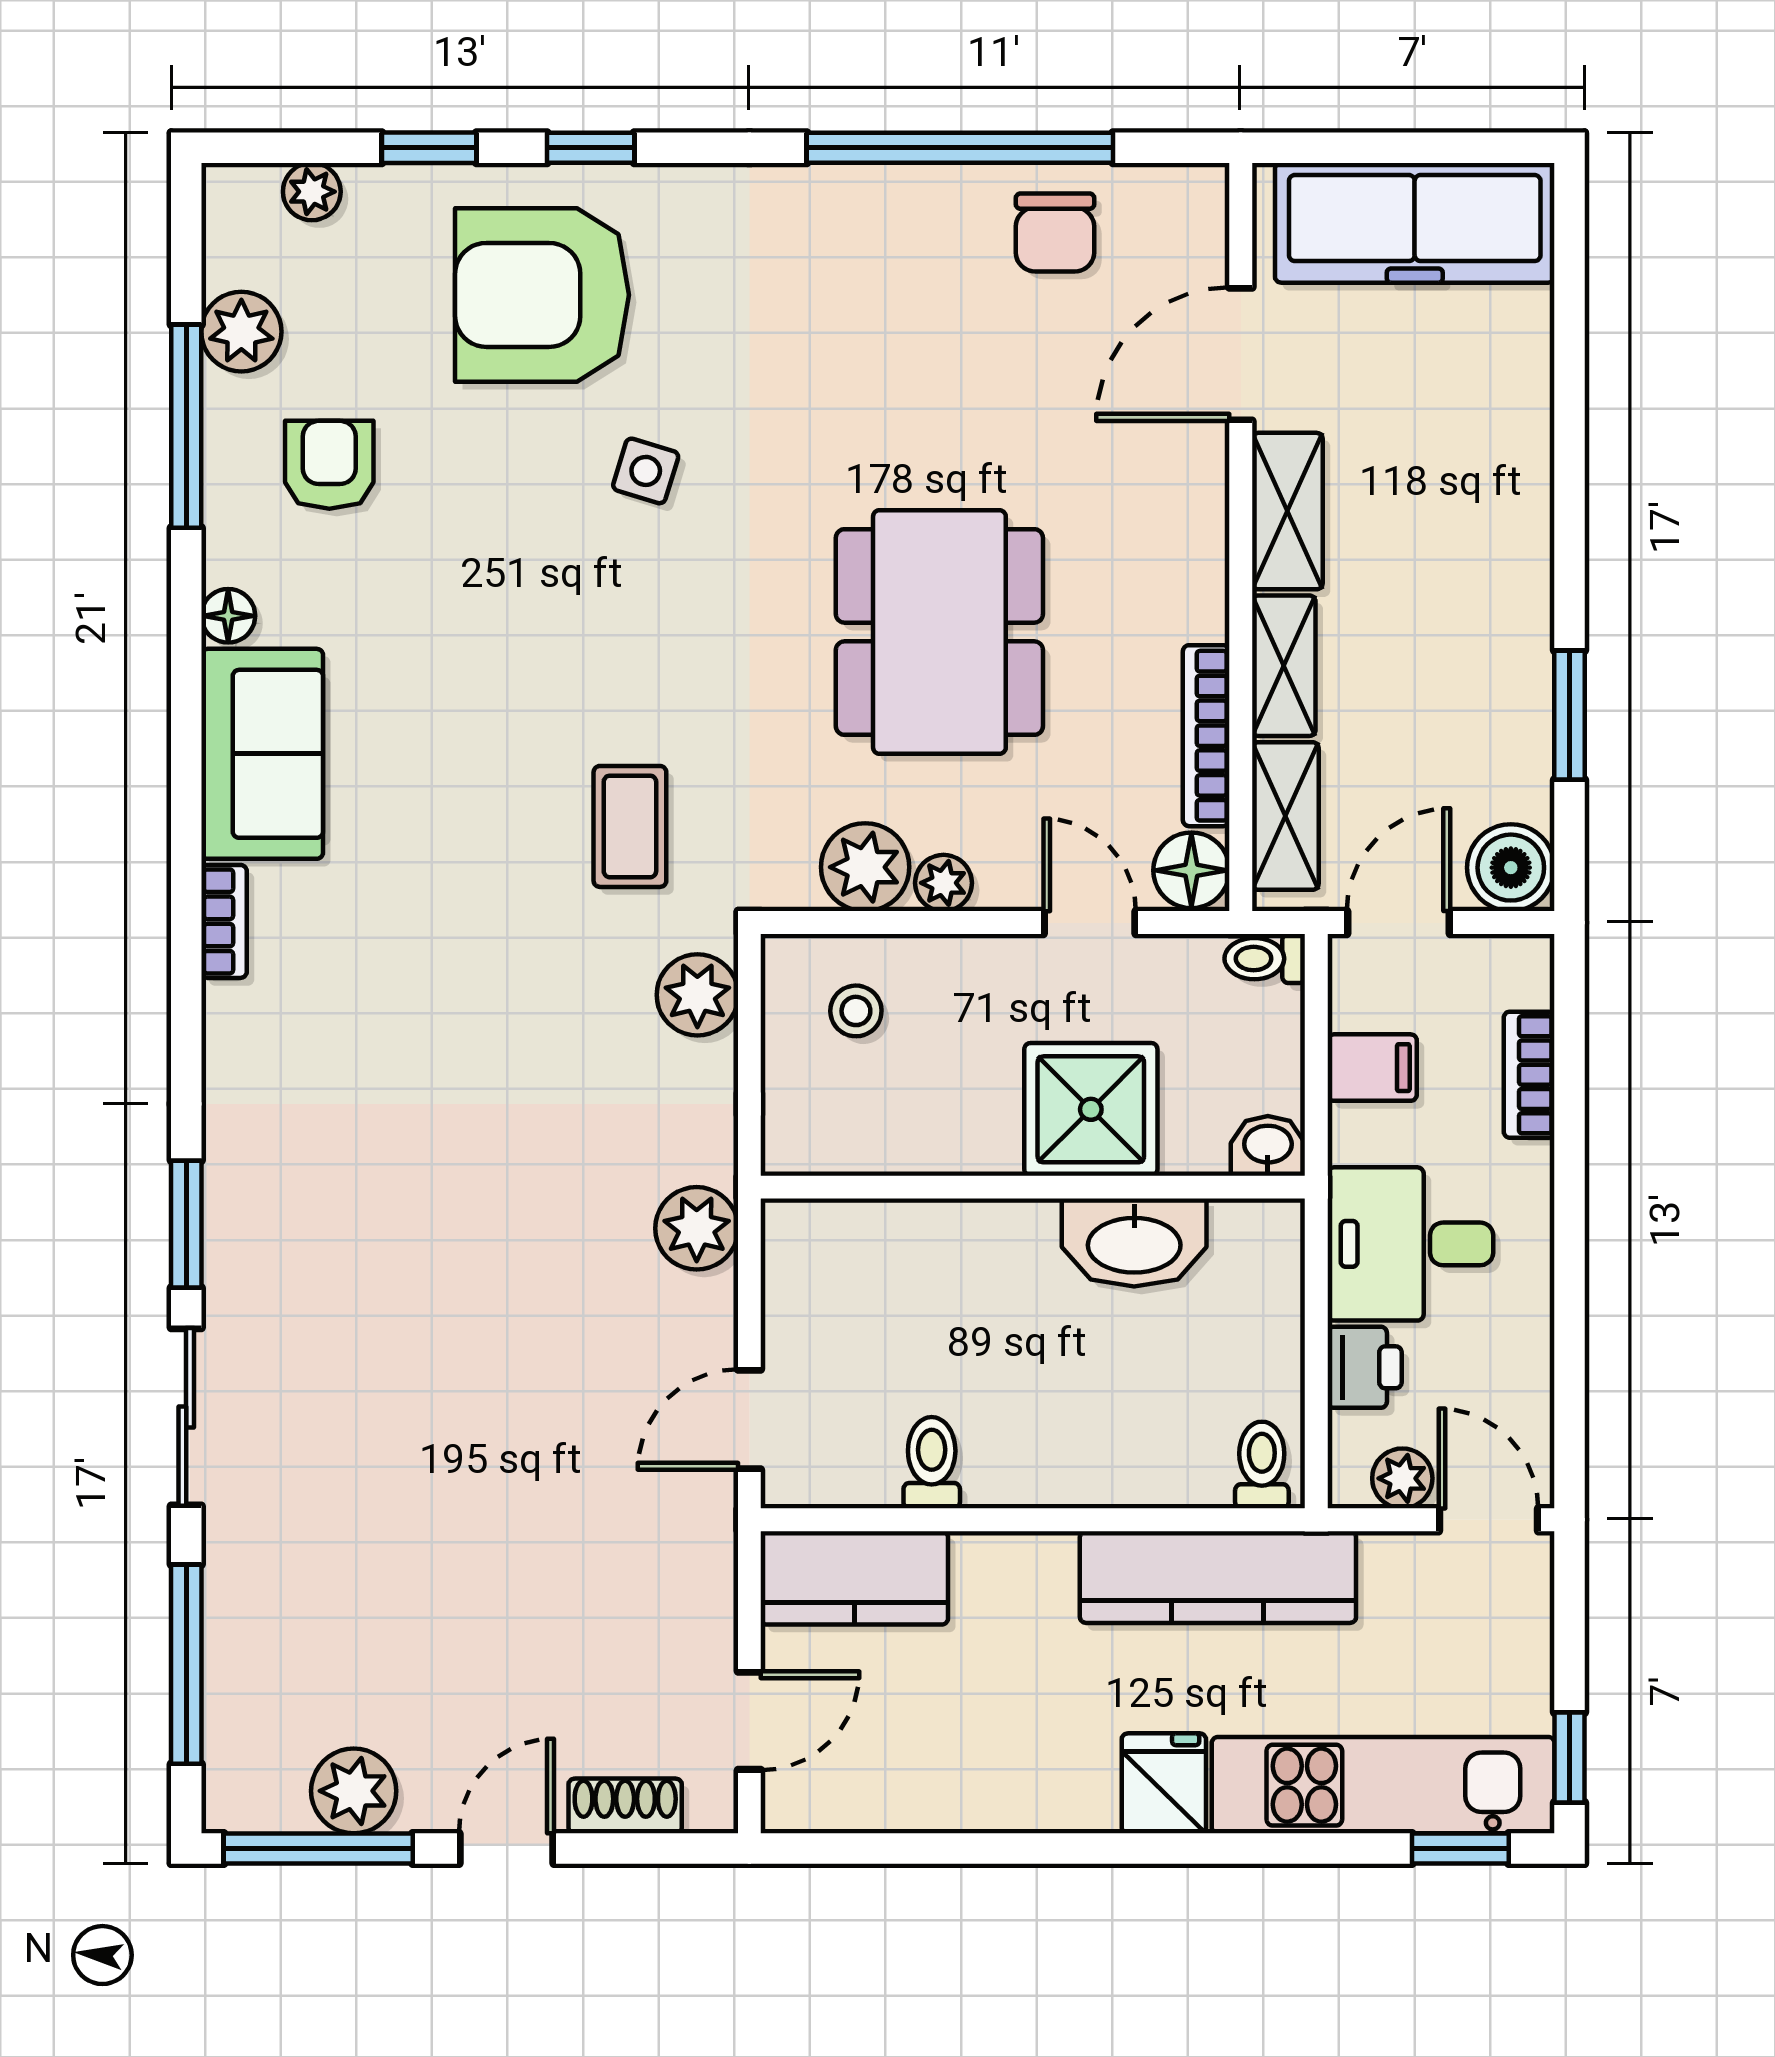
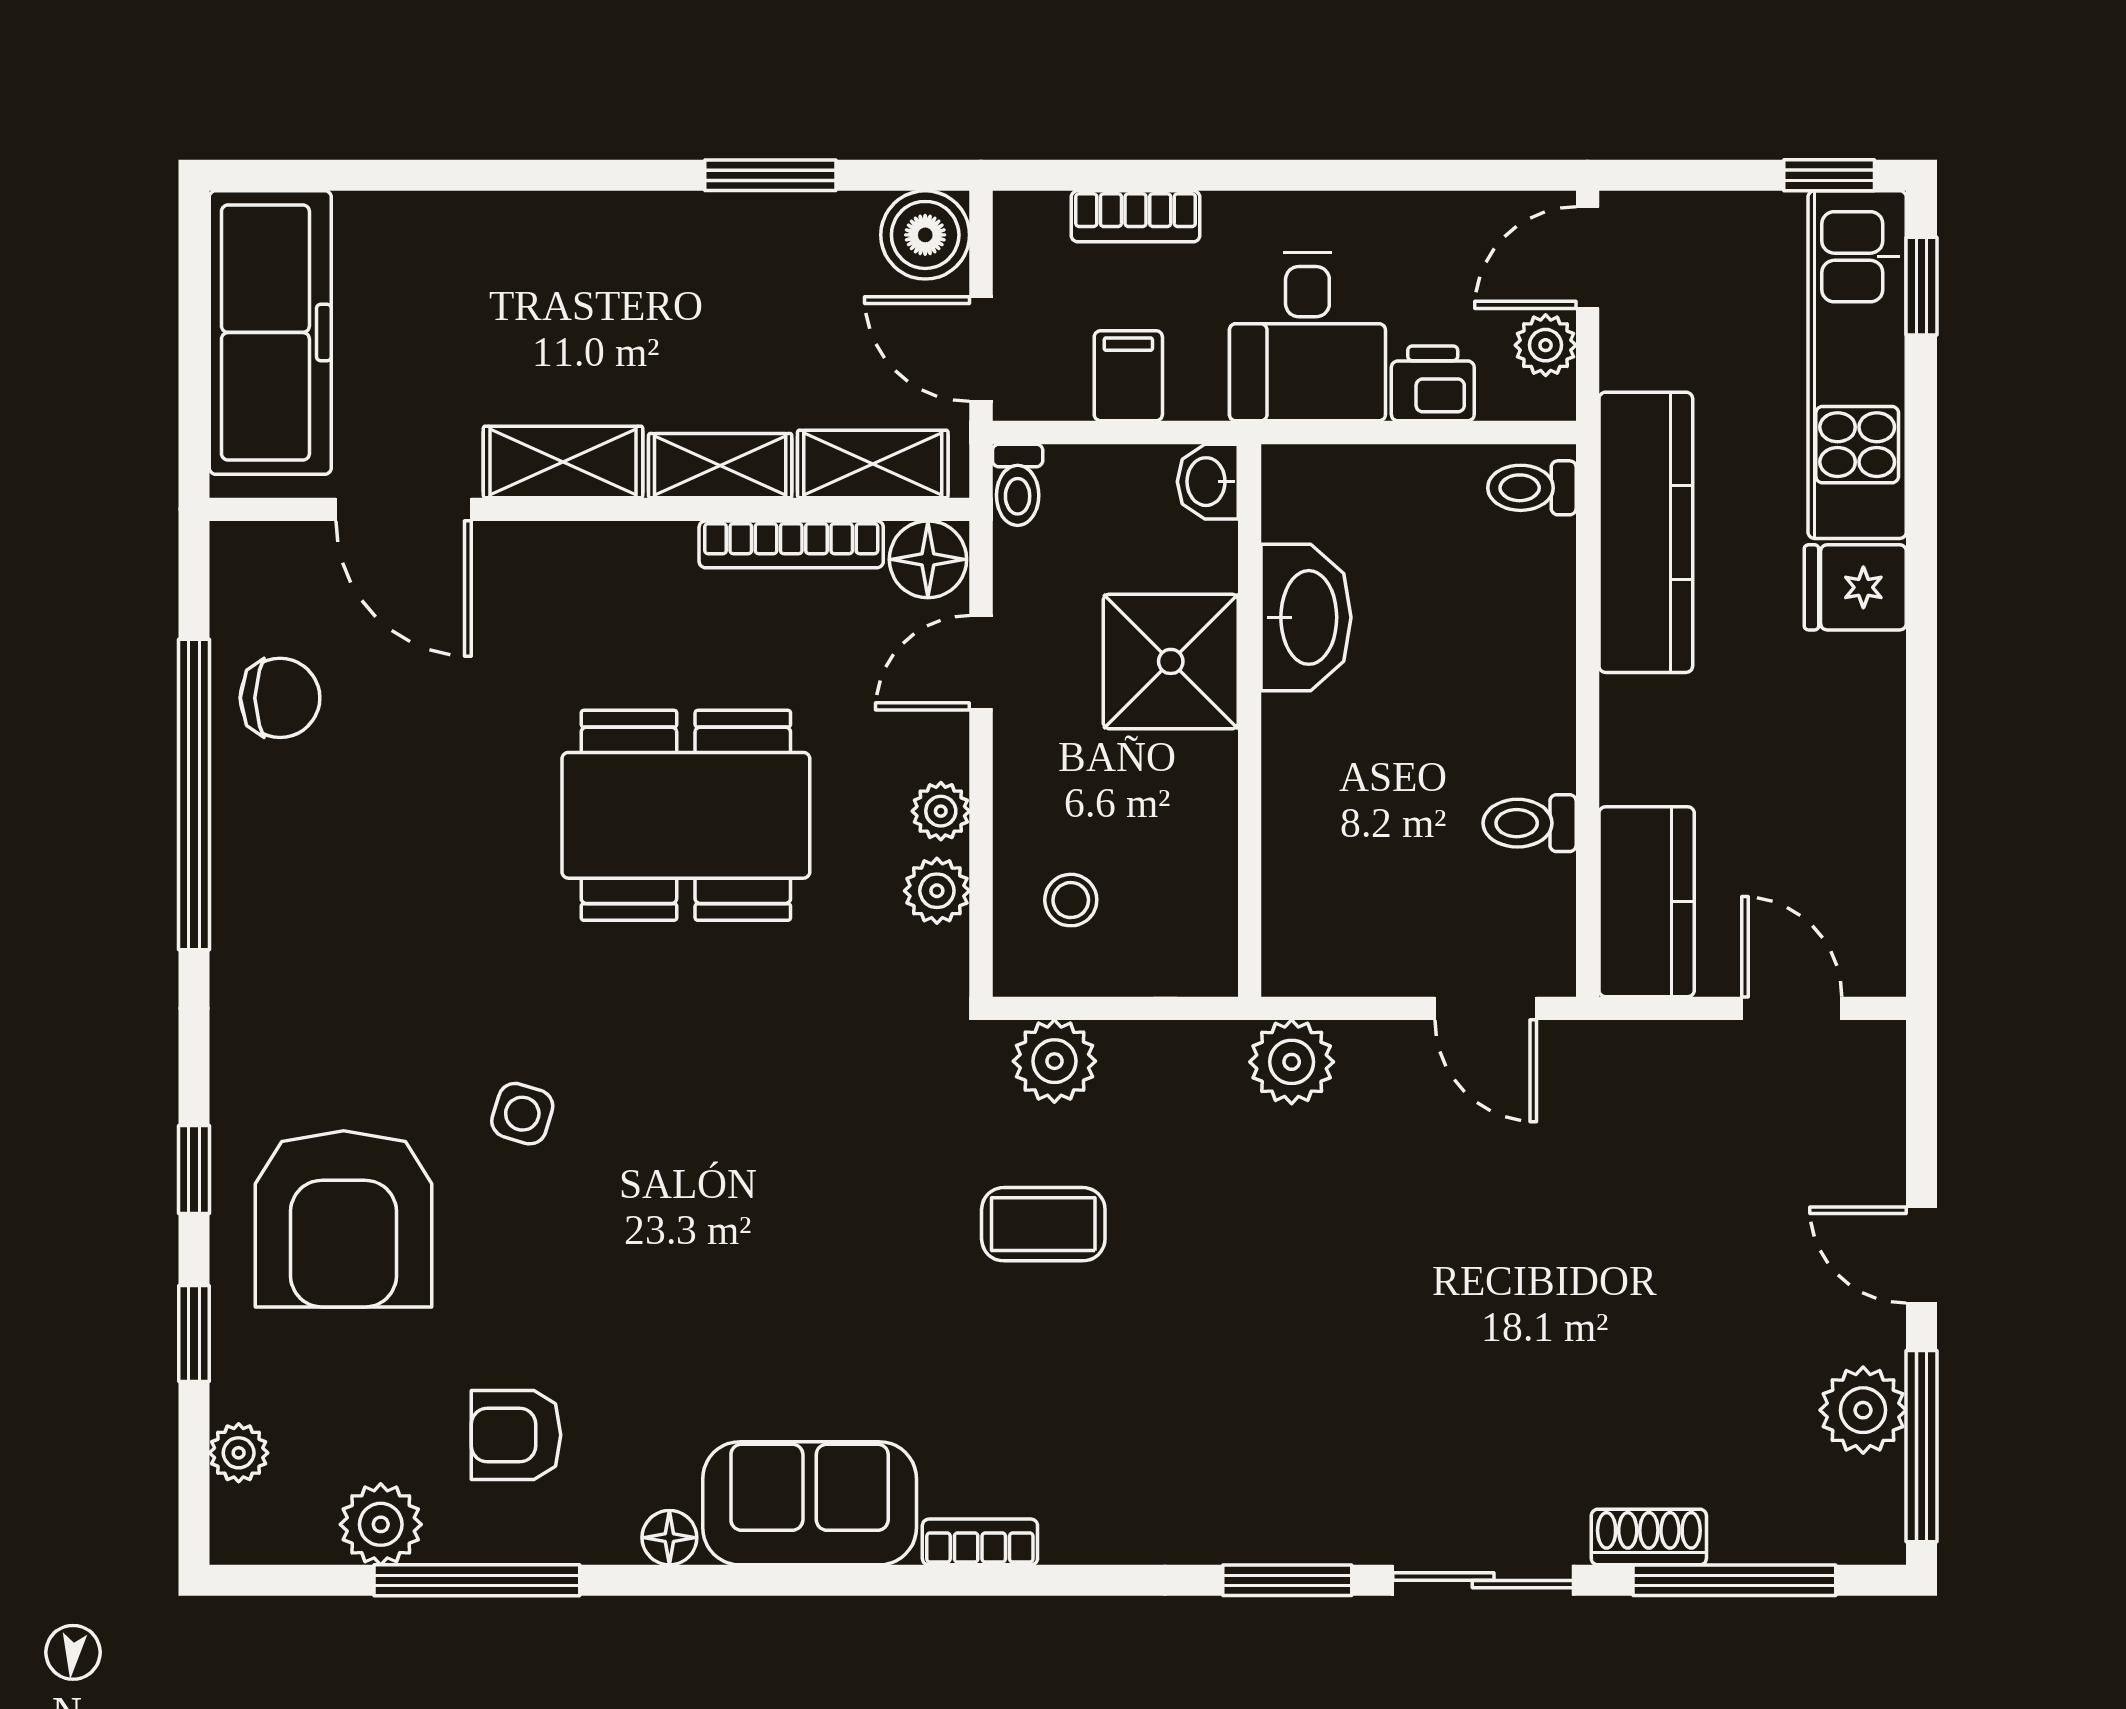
coffee table: (630, 826) -> (1043, 1224), moved
plant: (865, 867) -> (937, 891), width x0.73, depth x0.73
shoe rack: (625, 1806) -> (1649, 1537), moved, turned 90

